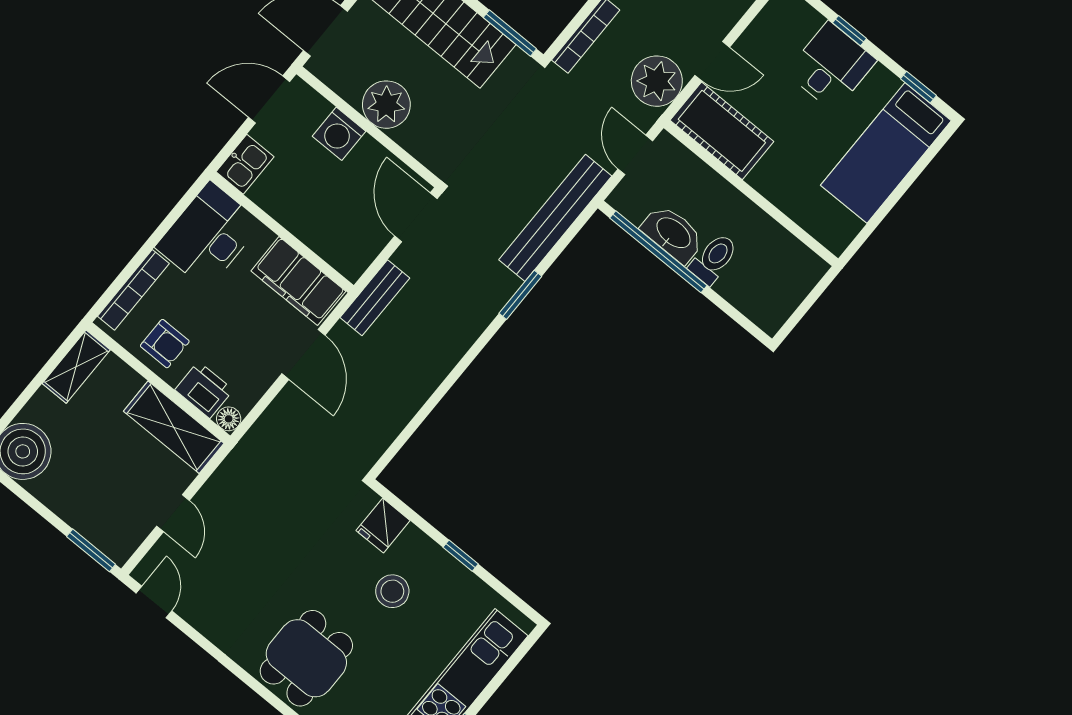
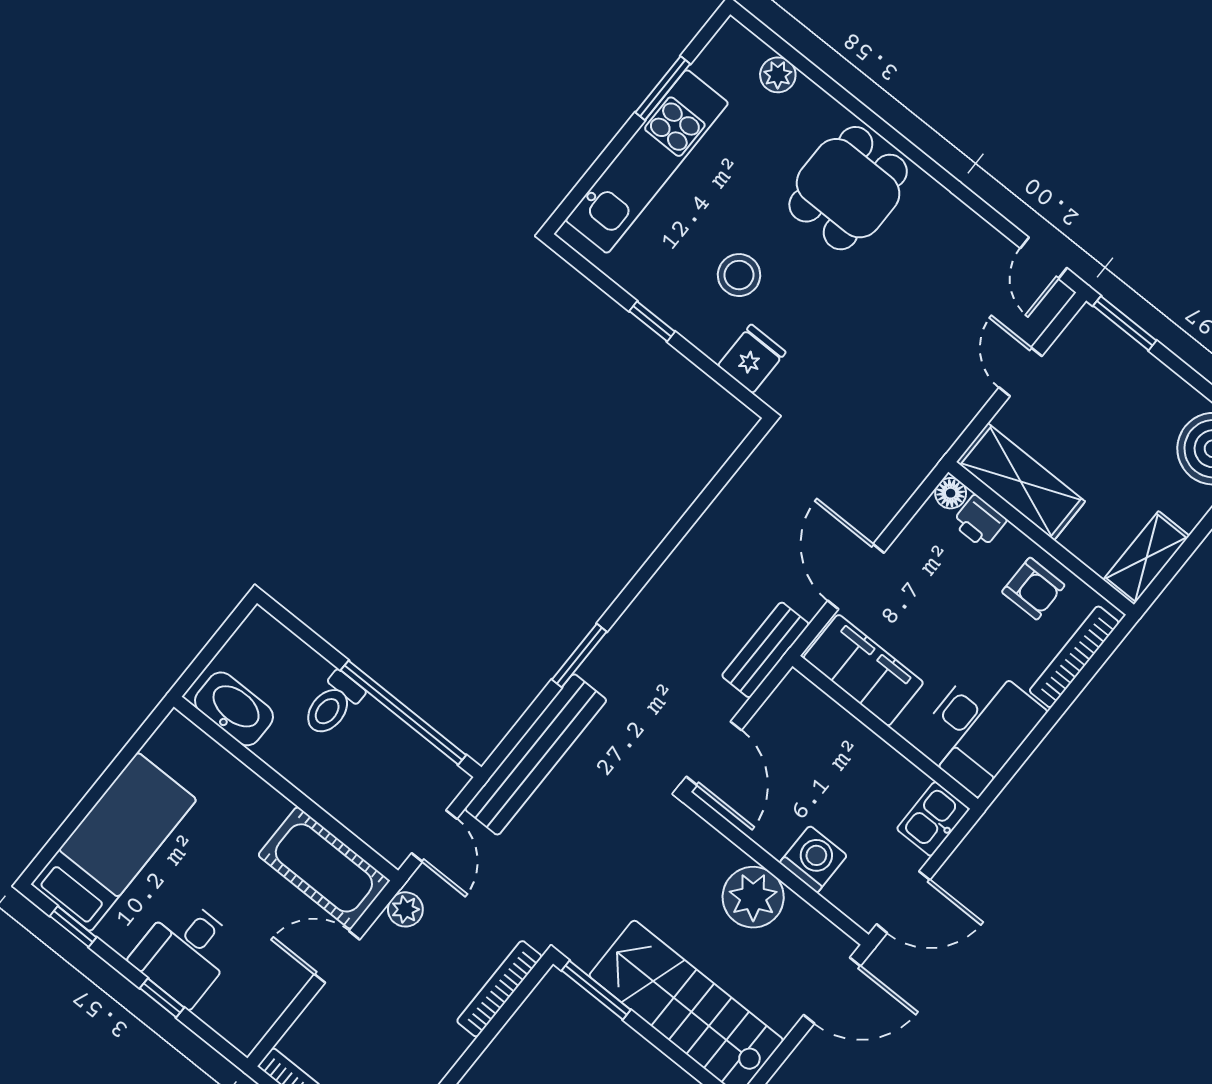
plant: (657, 81) -> (405, 909), width x0.53, depth x0.53
washbasin: (673, 234) -> (234, 709), moved, turned 180
armchair: (165, 344) -> (1033, 589), turned 180
printer: (204, 390) -> (979, 521), width x0.73, depth x0.81

